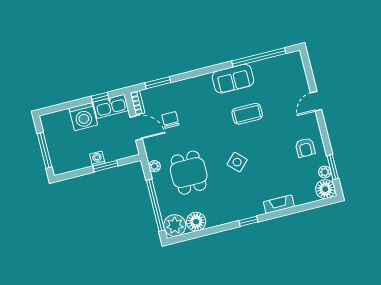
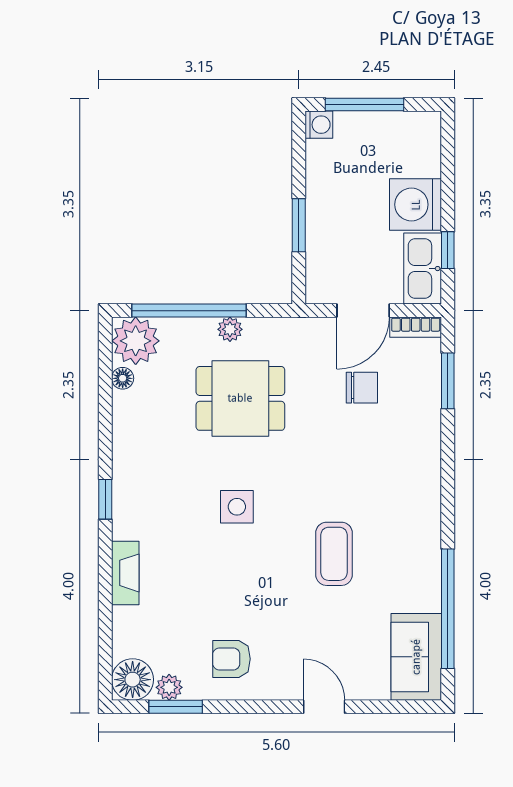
sofa: (233, 79) -> (416, 657), moved
washing machine: (97, 159) -> (319, 125), moved
side table: (237, 162) -> (237, 507), turned 45
plant: (154, 166) -> (230, 329), moved
floor lamp: (196, 222) -> (123, 378), width x0.53, depth x0.53

